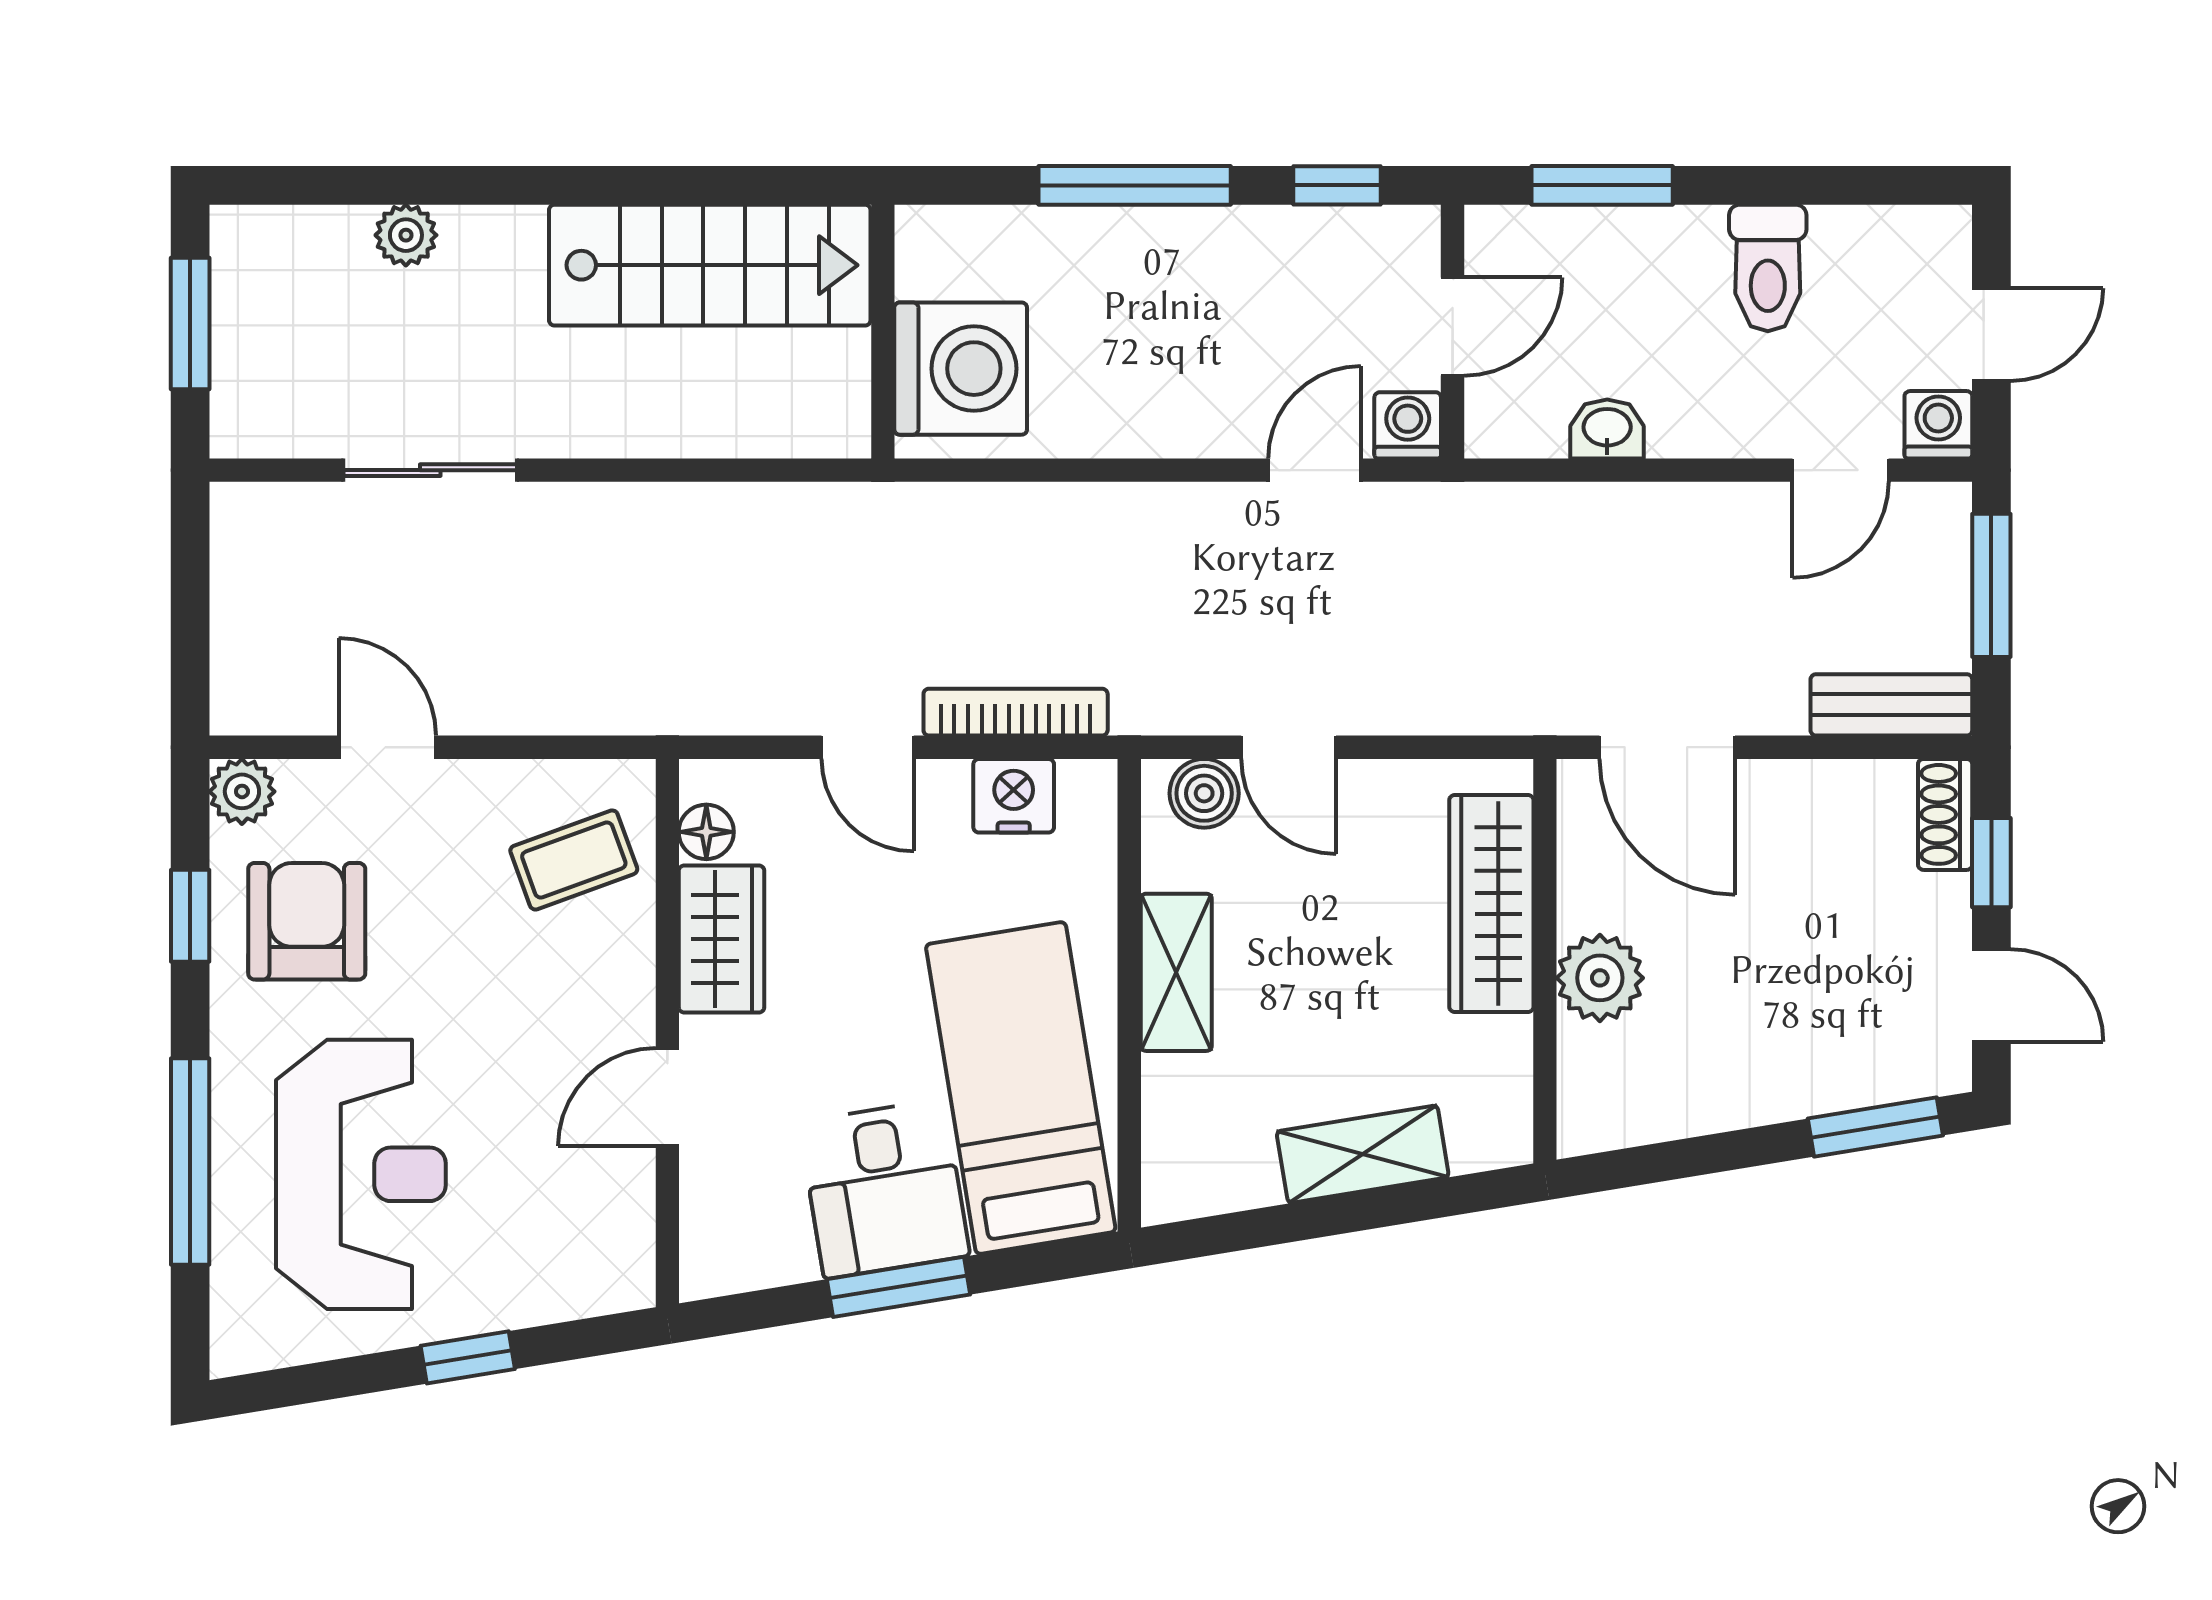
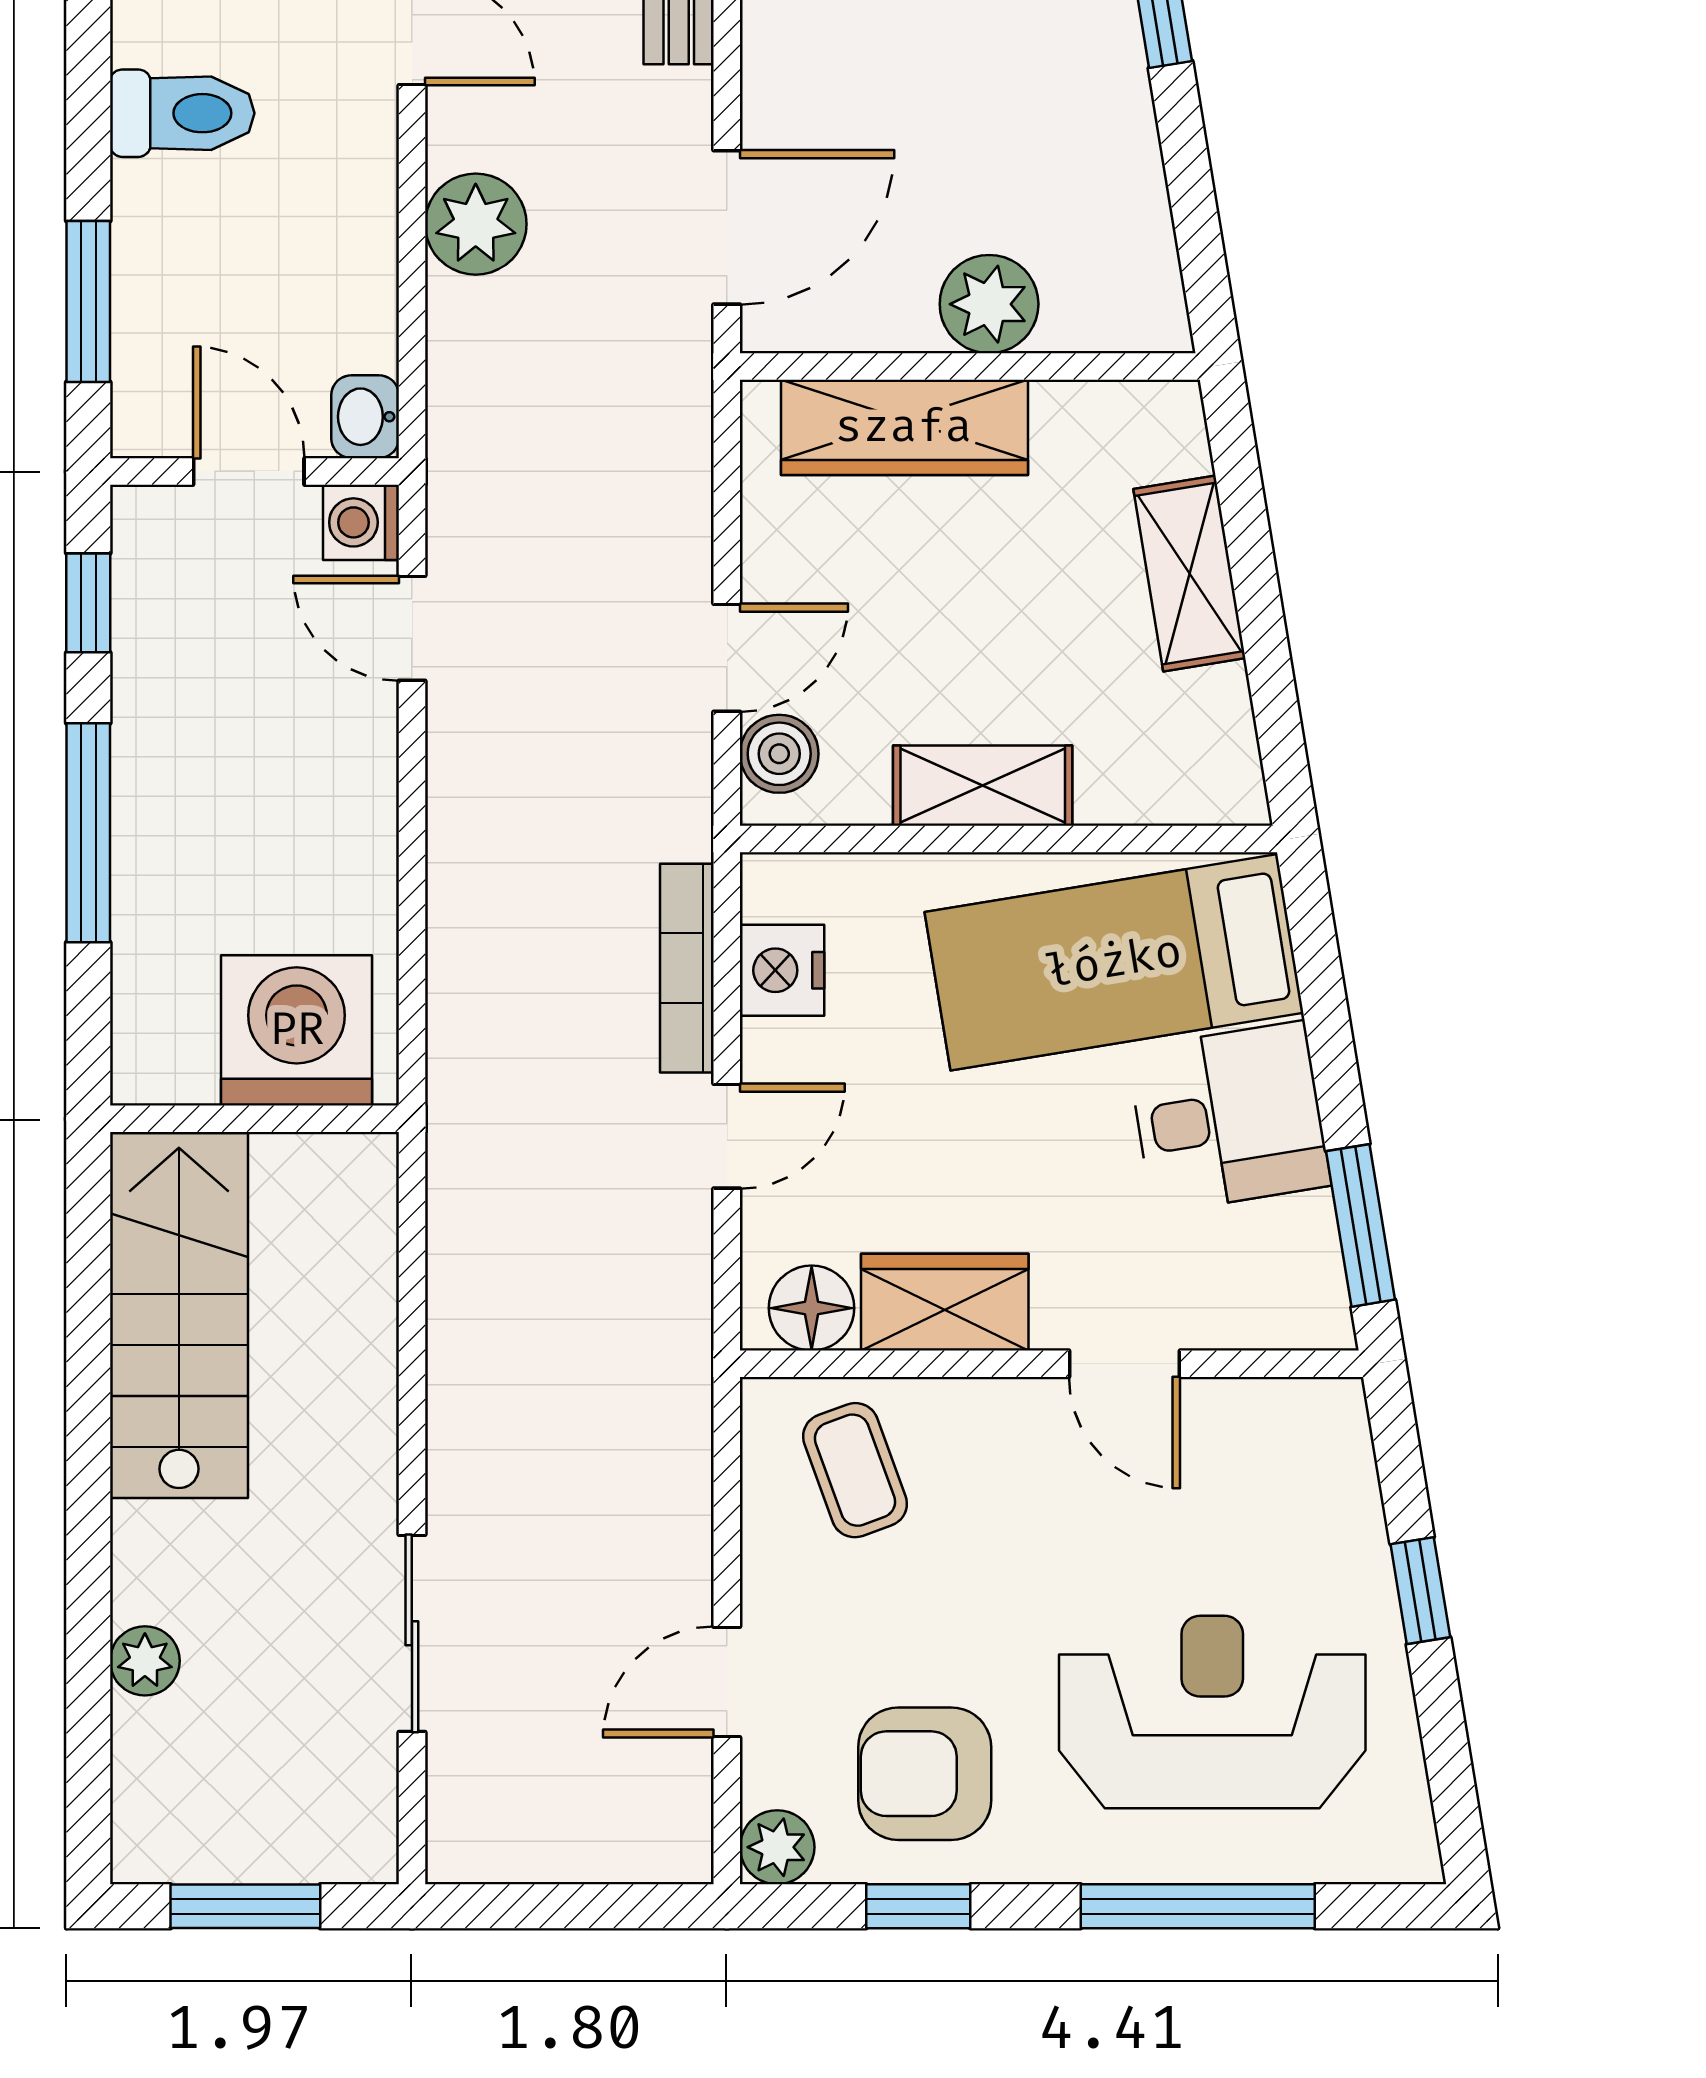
washbasin: (1607, 429) -> (365, 417), moved
plant: (1670, 526) -> (476, 224), added
floor lamp: (706, 832) -> (812, 1308), width x1.37, depth x1.37
window: (899, 1287) -> (1361, 1225), moved

